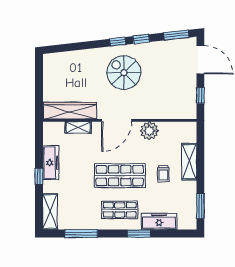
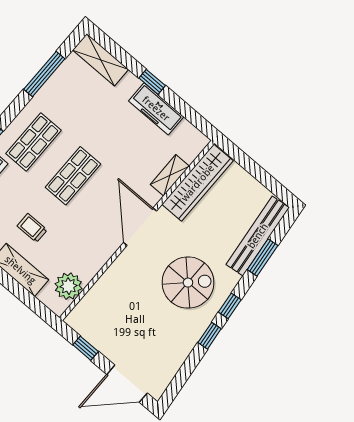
window: (176, 35) -> (263, 257), moved
bench: (71, 58) -> (258, 236), added
plant: (149, 131) -> (68, 286), moved
shop shelf: (120, 176) -> (73, 176), width x0.70, depth x0.74

